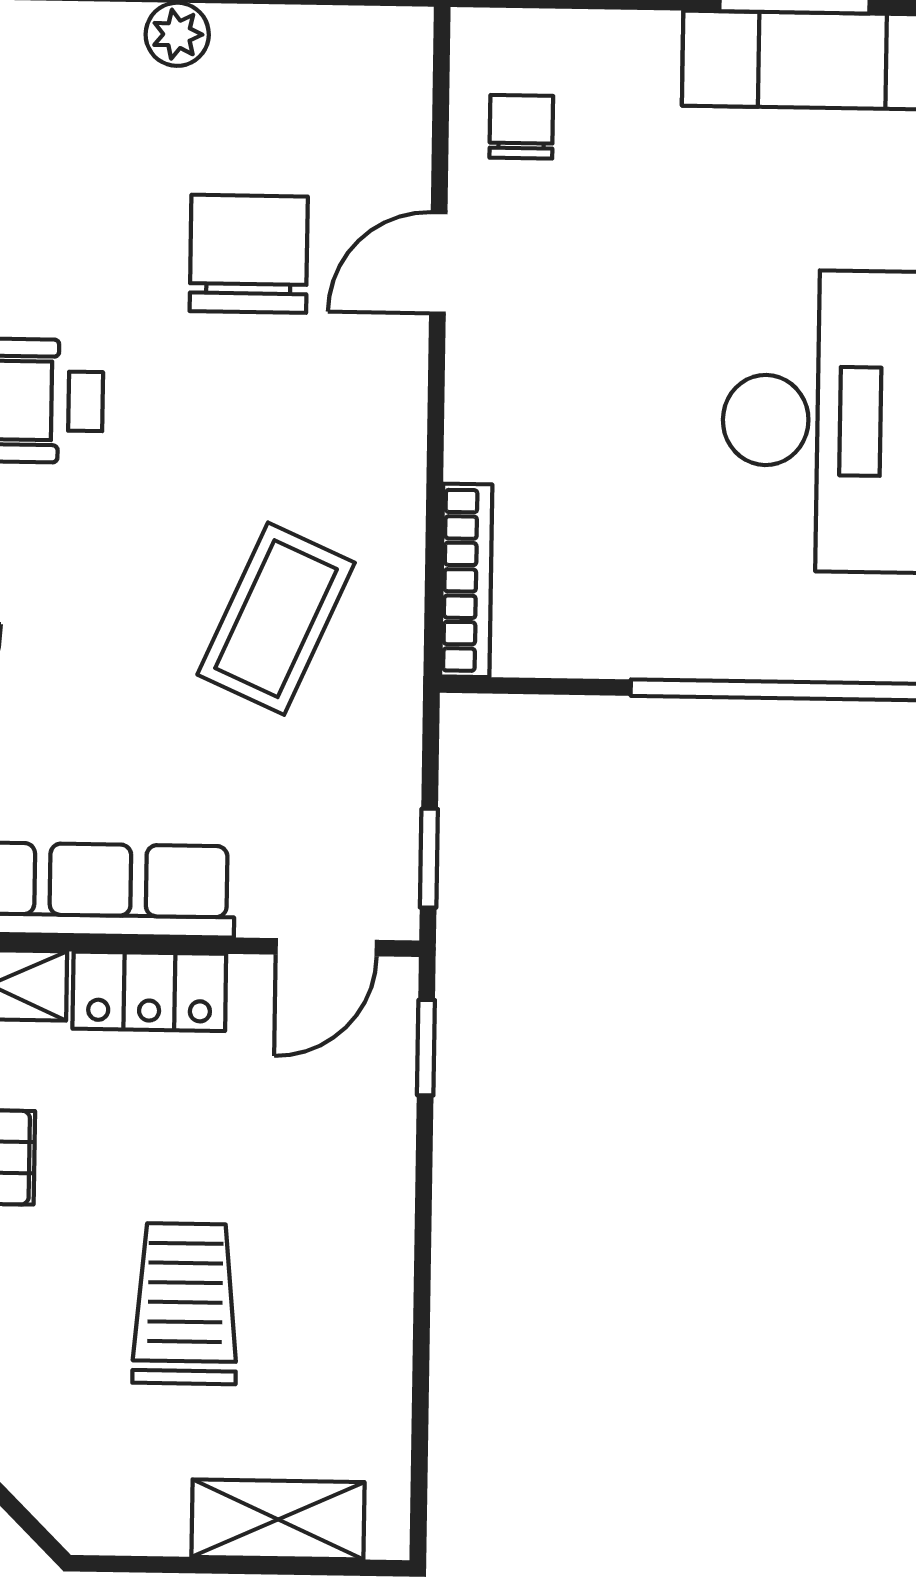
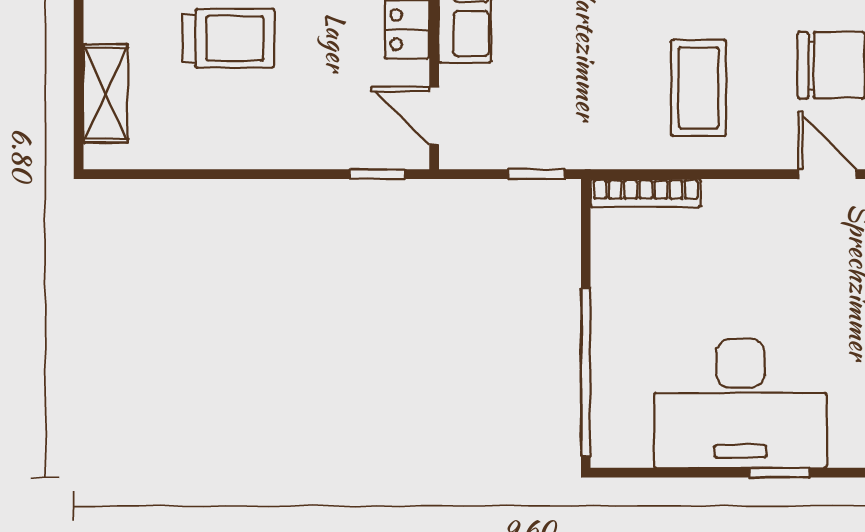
coffee table: (276, 619) -> (699, 88), moved, turned 66
window: (429, 858) -> (537, 174), moved

